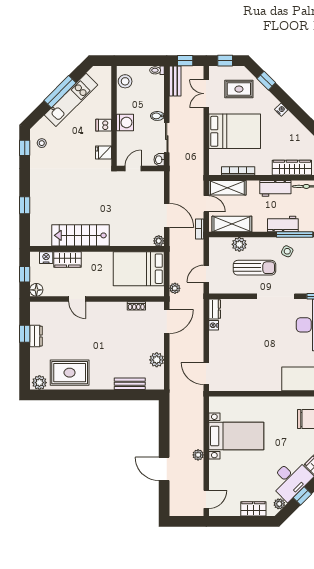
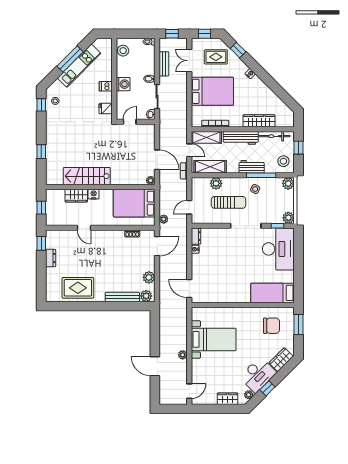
bench: (175, 81) -> (164, 64), moved
workbench: (275, 188) -> (241, 138), width x1.38
nightstand: (46, 258) -> (94, 194), moved
floor lamp: (36, 290) -> (51, 220), removed
window: (25, 334) -> (41, 243), moved
plant: (39, 383) -> (146, 296), moved
bench: (130, 384) -> (122, 297), width x1.36

